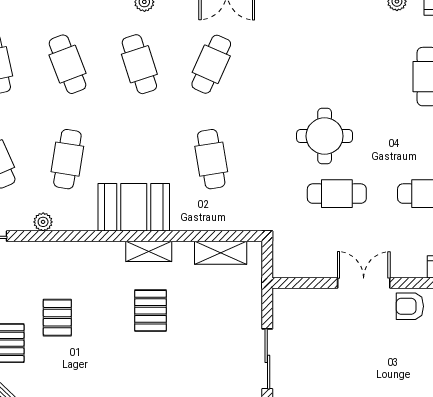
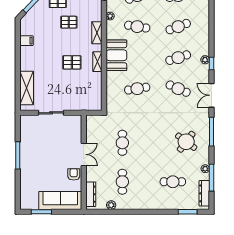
round table: (325, 136) -> (186, 142), moved, turned 37
shelving: (221, 253) -> (97, 33), moved

